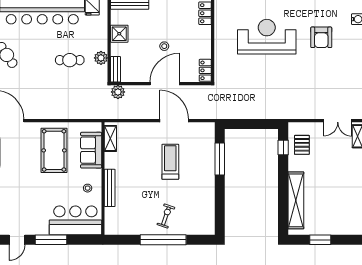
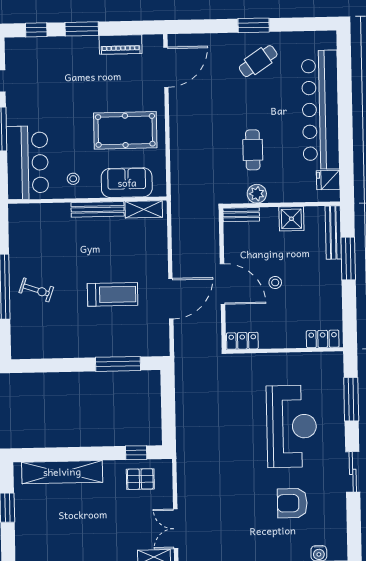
plant: (118, 92) -> (209, 219), removed
bench: (110, 188) -> (98, 209), moved

